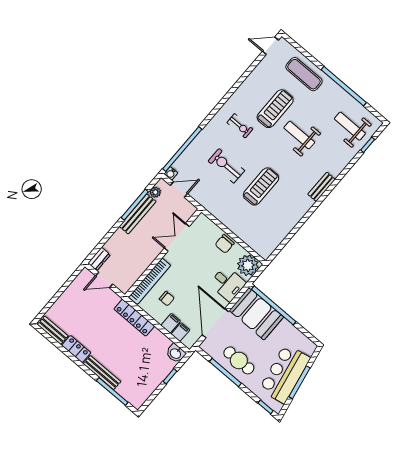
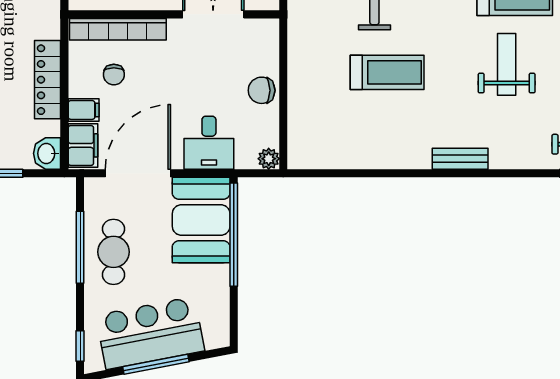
plant: (248, 265) -> (269, 159), width x0.53, depth x0.53
locker: (134, 318) -> (48, 80), moved
filing cabinet: (180, 332) -> (83, 145), width x2.00

